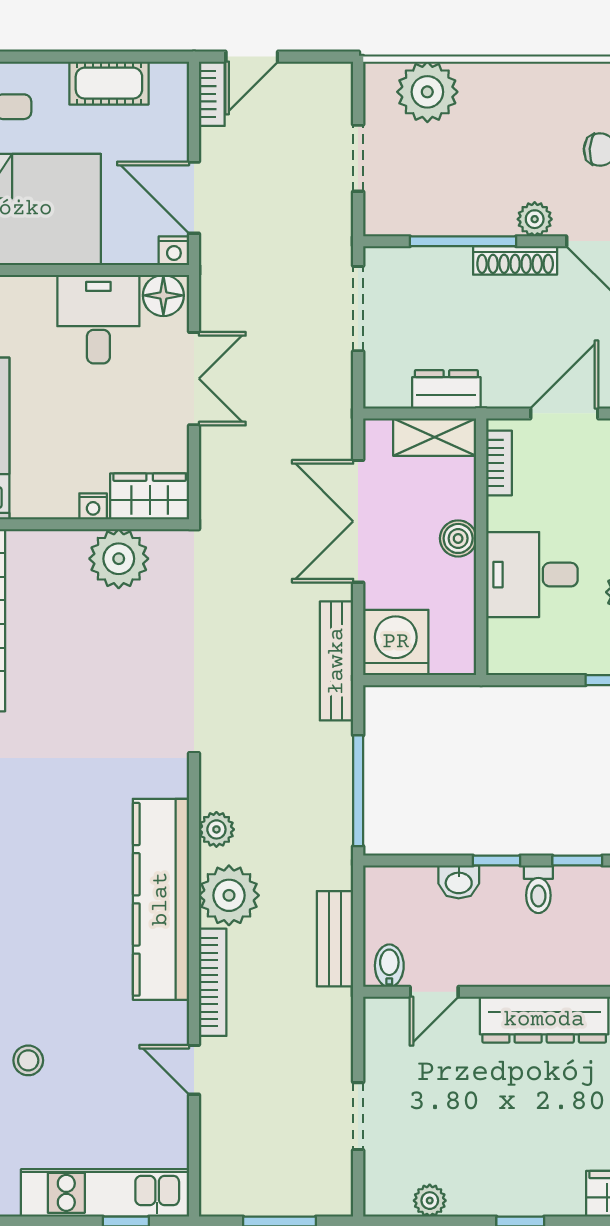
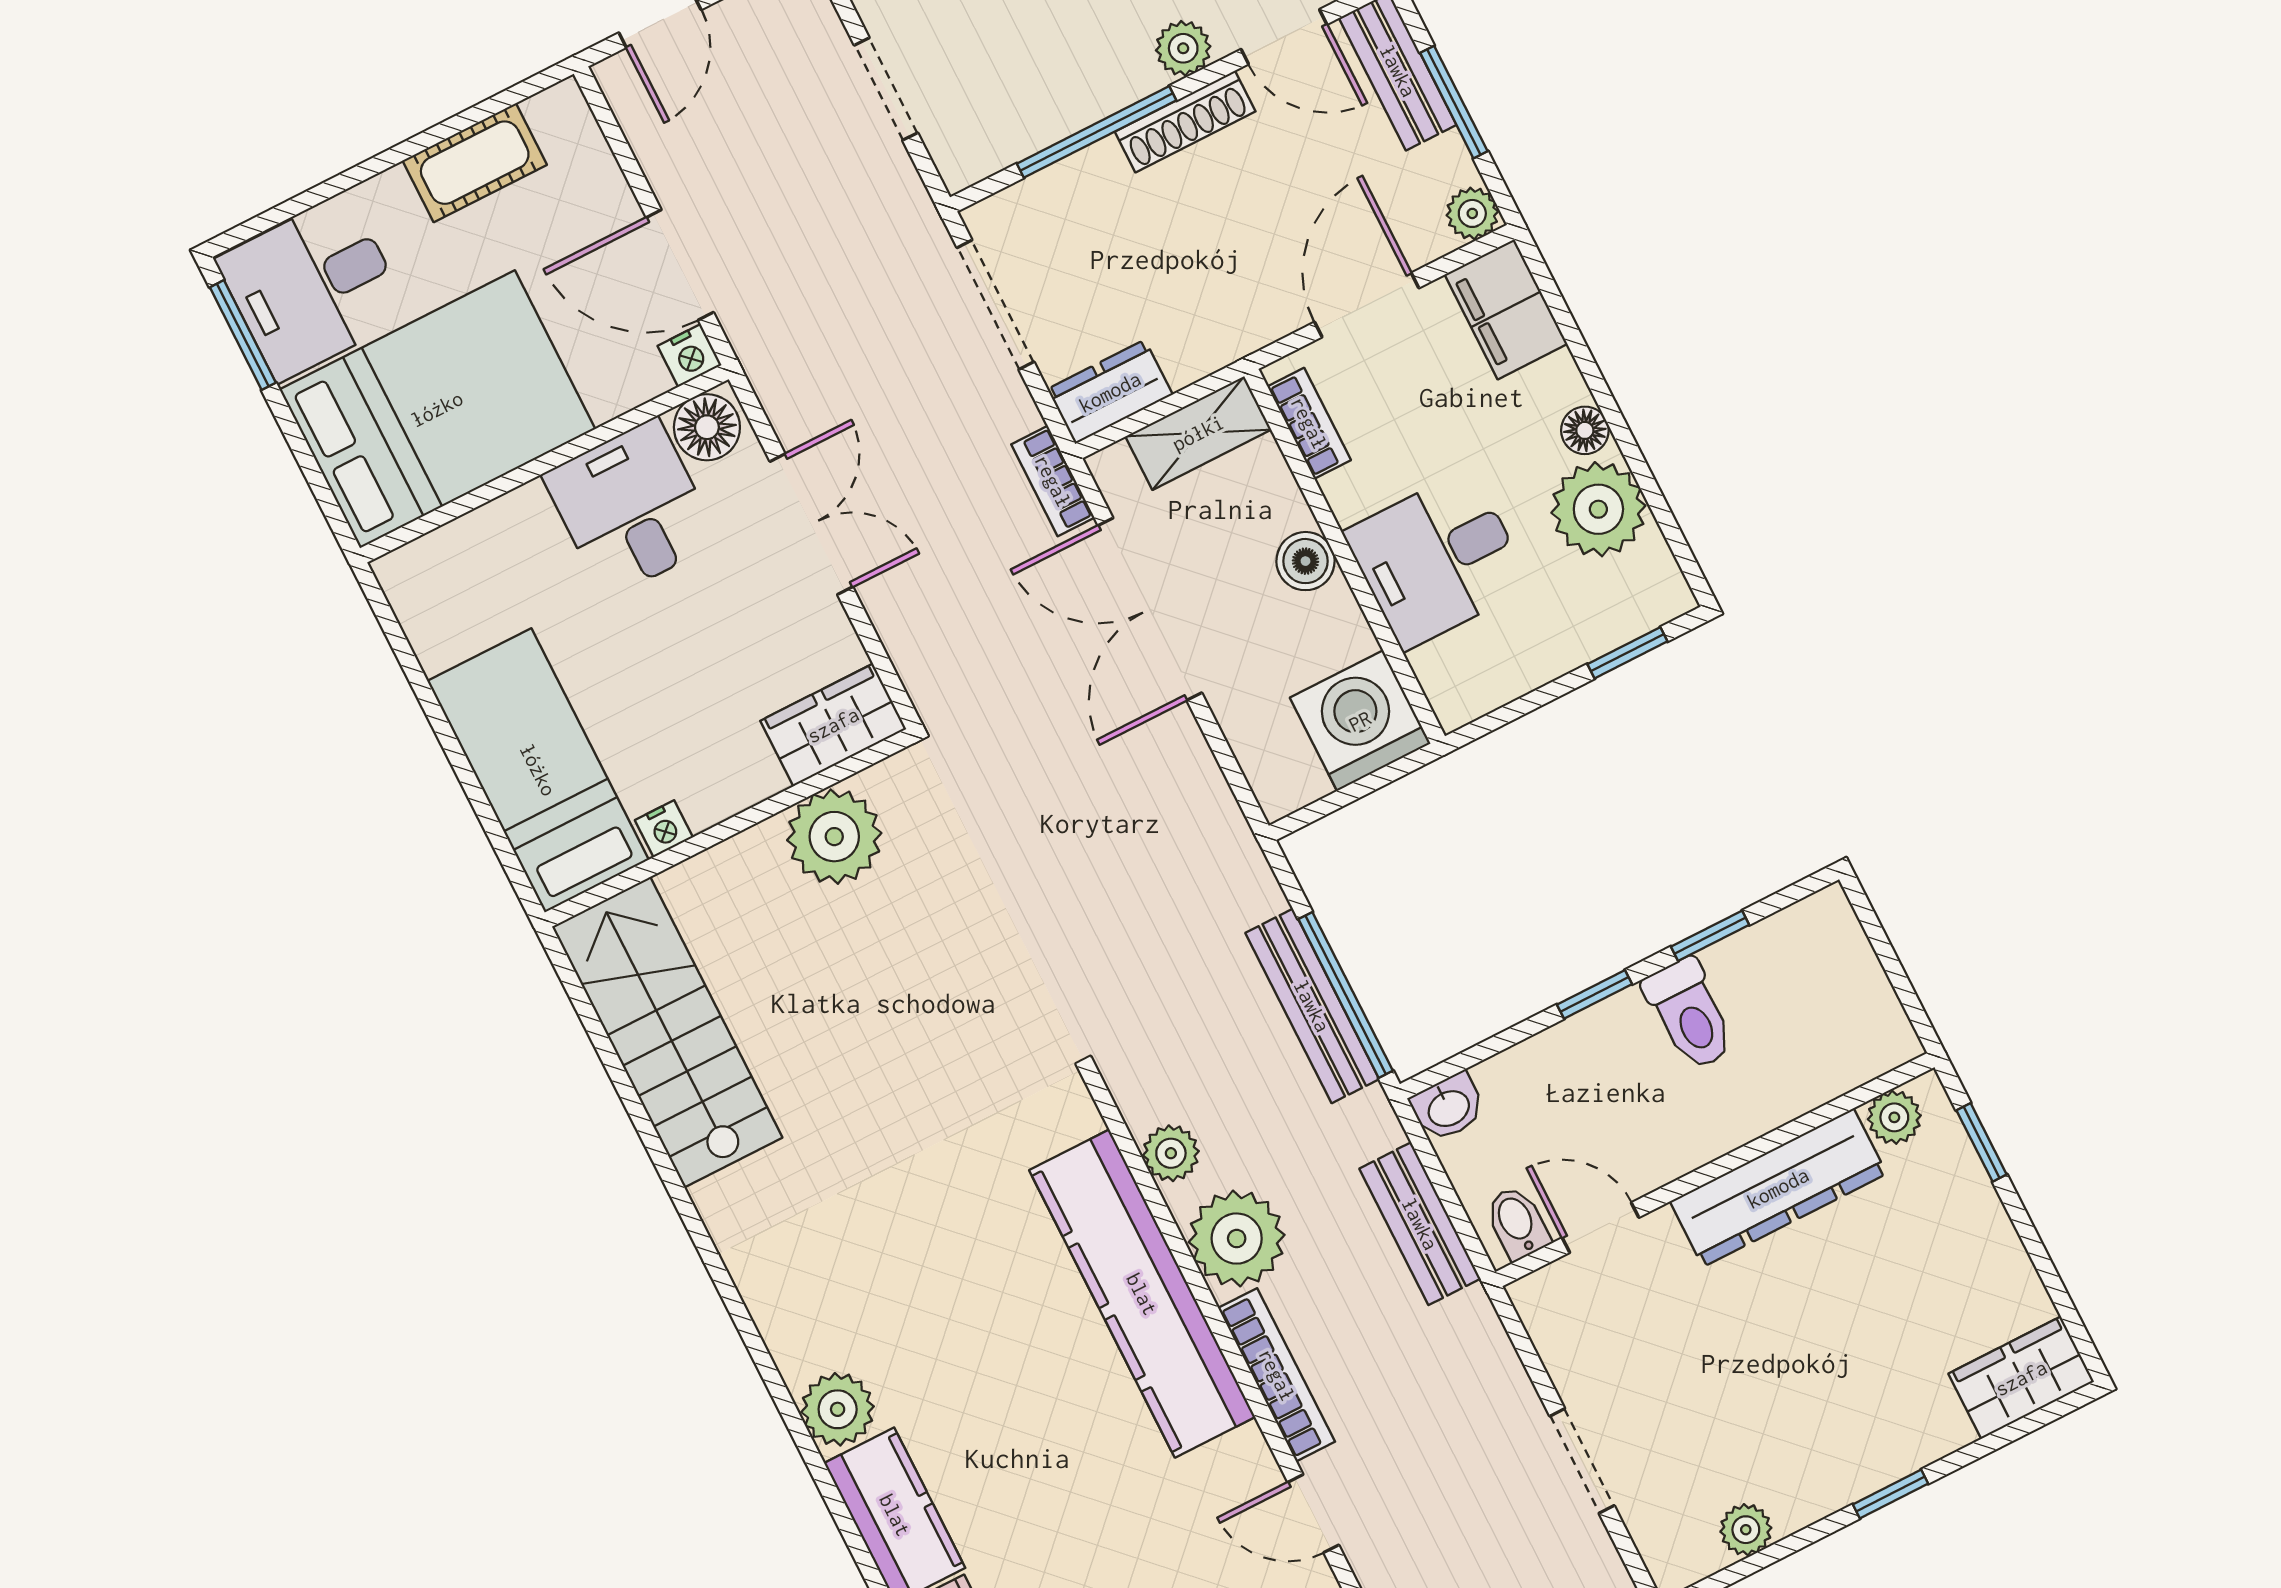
bookcase: (212, 94) -> (1053, 481), moved, turned 180
dresser: (446, 389) -> (1110, 392), moved
nightstand: (93, 506) -> (664, 829), moved
washing machine: (396, 642) -> (1360, 721), moved
bench: (337, 661) -> (1312, 1006), moved
washbasin: (459, 882) -> (1448, 1107), moved
toilet: (538, 889) -> (1690, 1014), width x1.37, depth x1.39
door: (434, 992) -> (1601, 1228), swing flipped

